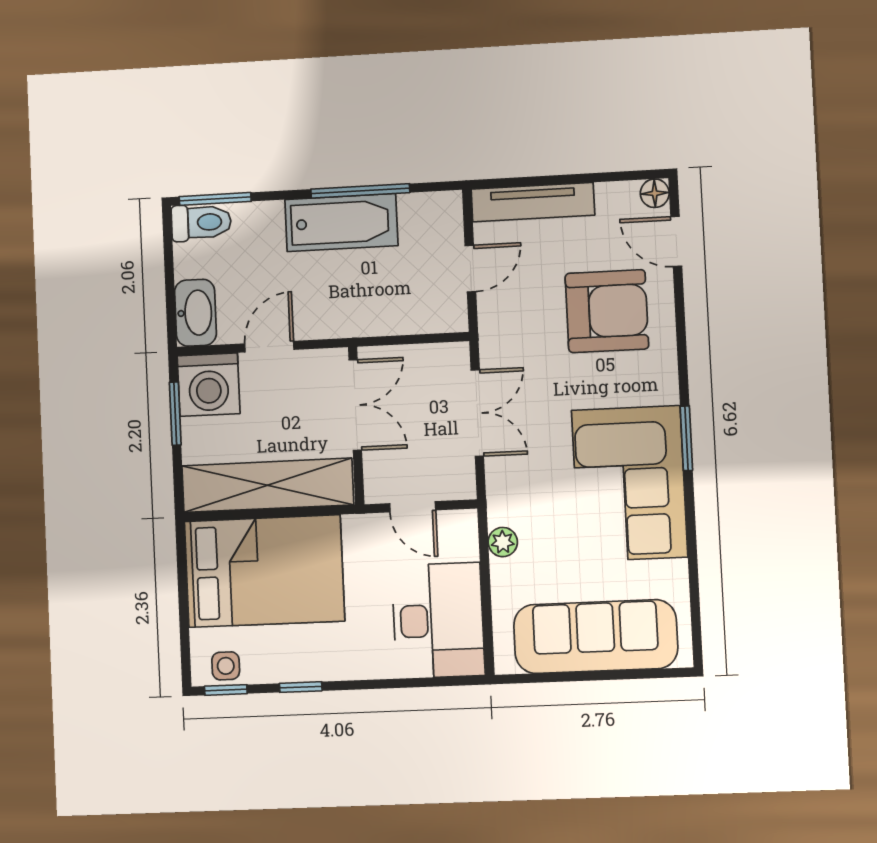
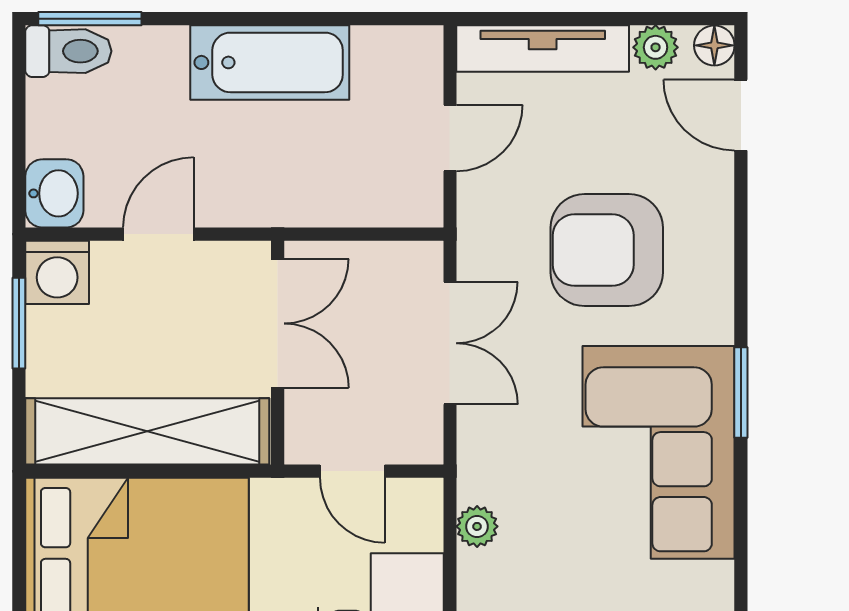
window: (360, 191) -> (299, 19), removed
plant: (613, 197) -> (656, 47), added
armchair: (607, 311) -> (607, 250), moved, turned 180
washbasin: (195, 313) -> (54, 193), width x0.72
washing machine: (209, 385) -> (57, 272), width x0.73, depth x0.73

